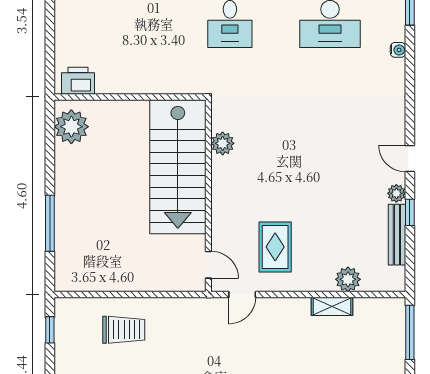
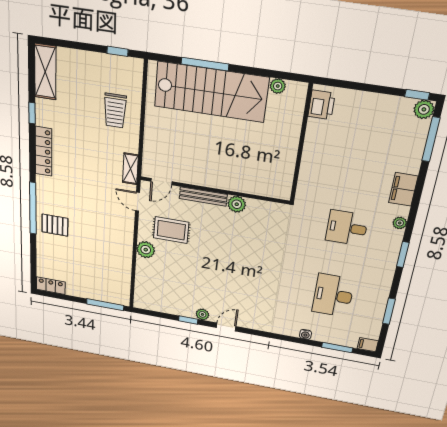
plant: (71, 127) -> (278, 86), width x0.53, depth x0.53
plant: (223, 143) -> (237, 204), moved
stairs: (178, 167) -> (211, 92), moved, turned 180
bench: (397, 235) -> (203, 196), moved
plant: (348, 279) -> (146, 250), moved
shelving: (332, 306) -> (130, 169), moved

